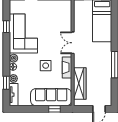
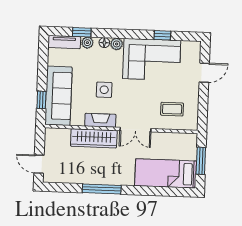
coffee table: (57, 18) -> (172, 109), added
double door: (73, 43) -> (135, 130), swing flipped
wardrobe: (80, 83) -> (94, 138), moved

